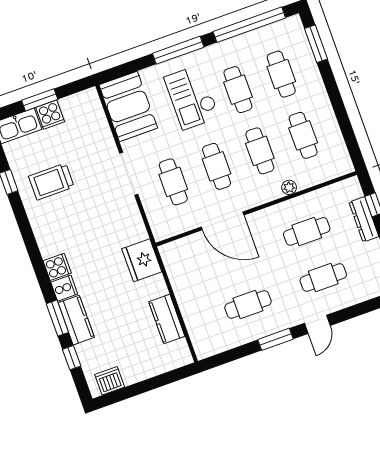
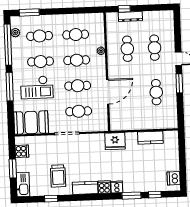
plant: (274, 31) -> (15, 33), added
cooker: (50, 115) -> (22, 151), moved
kitchen counter: (76, 320) -> (85, 188), moved

